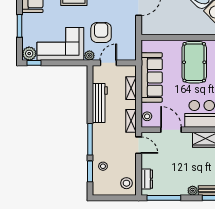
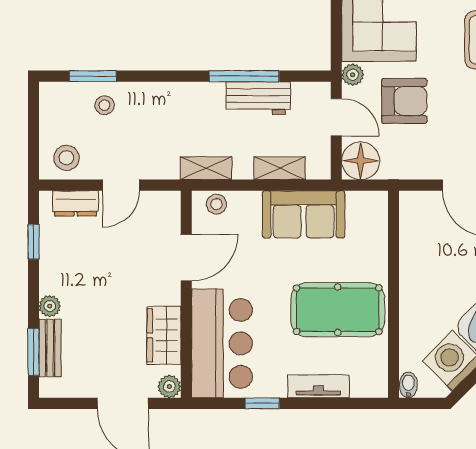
floor lamp: (128, 52) -> (361, 161), added
sofa: (152, 77) -> (304, 214), width x0.73
workbench: (100, 103) -> (258, 98), width x0.73
window: (90, 139) -> (244, 76), moved
door: (139, 145) -> (121, 185), moved
window: (164, 198) -> (34, 242), width x0.46

